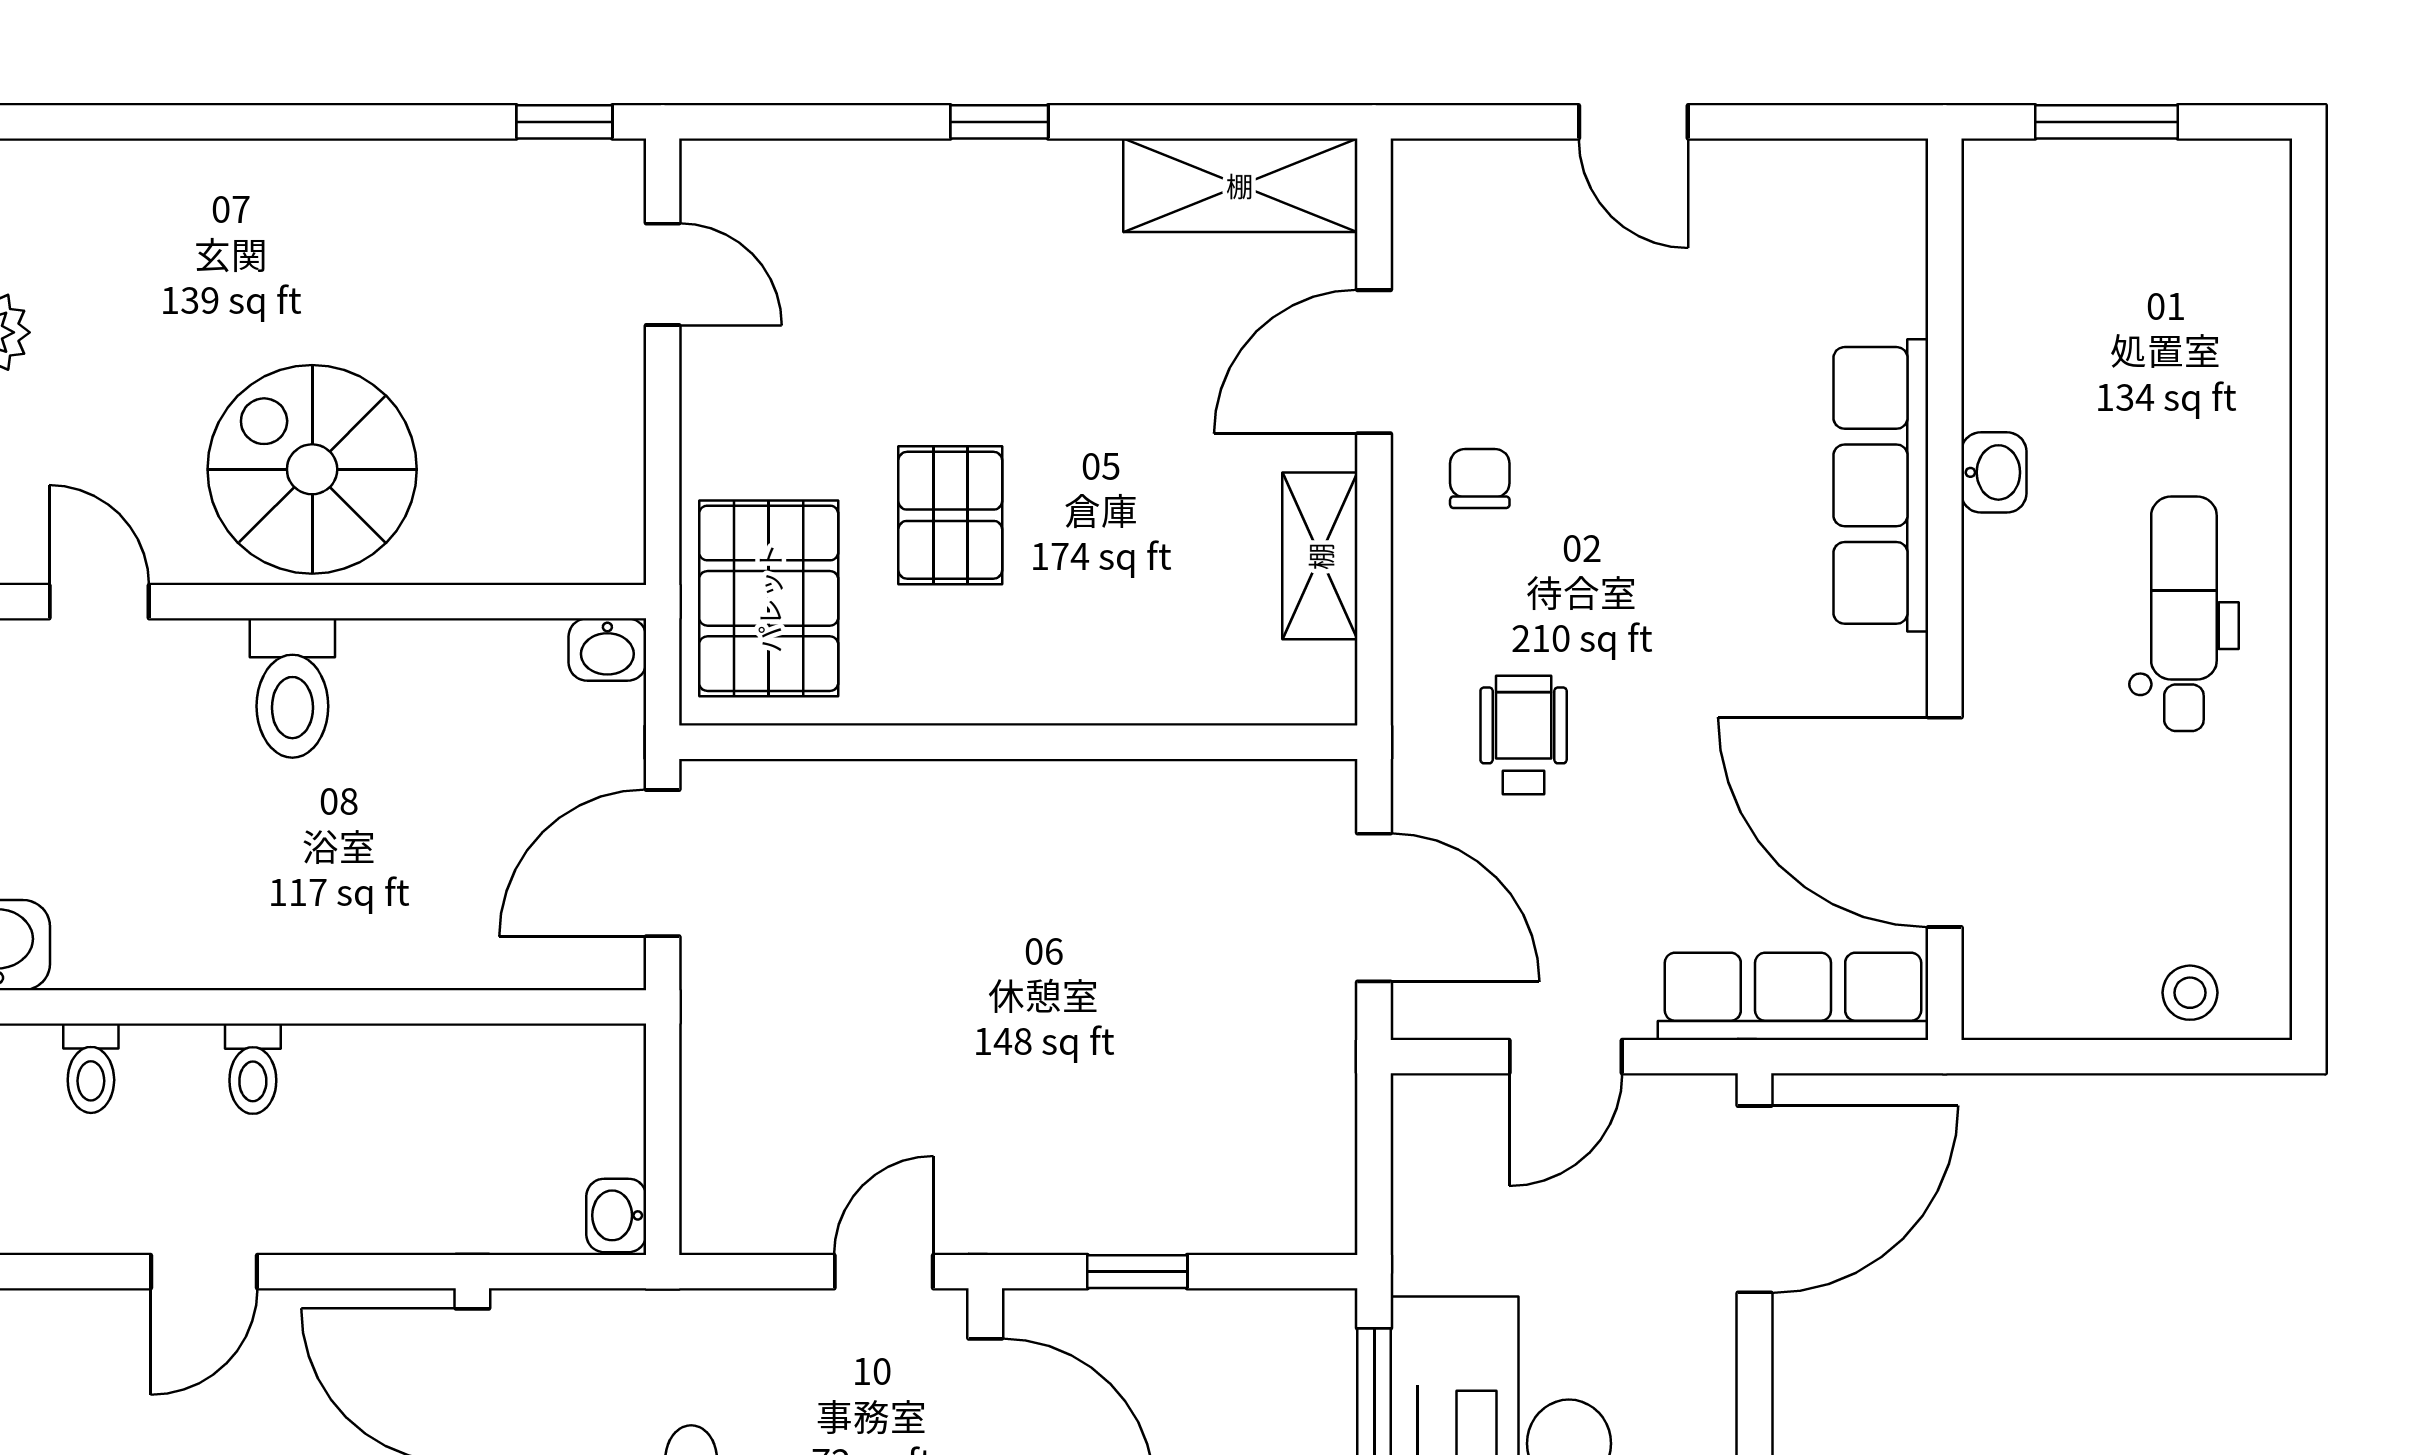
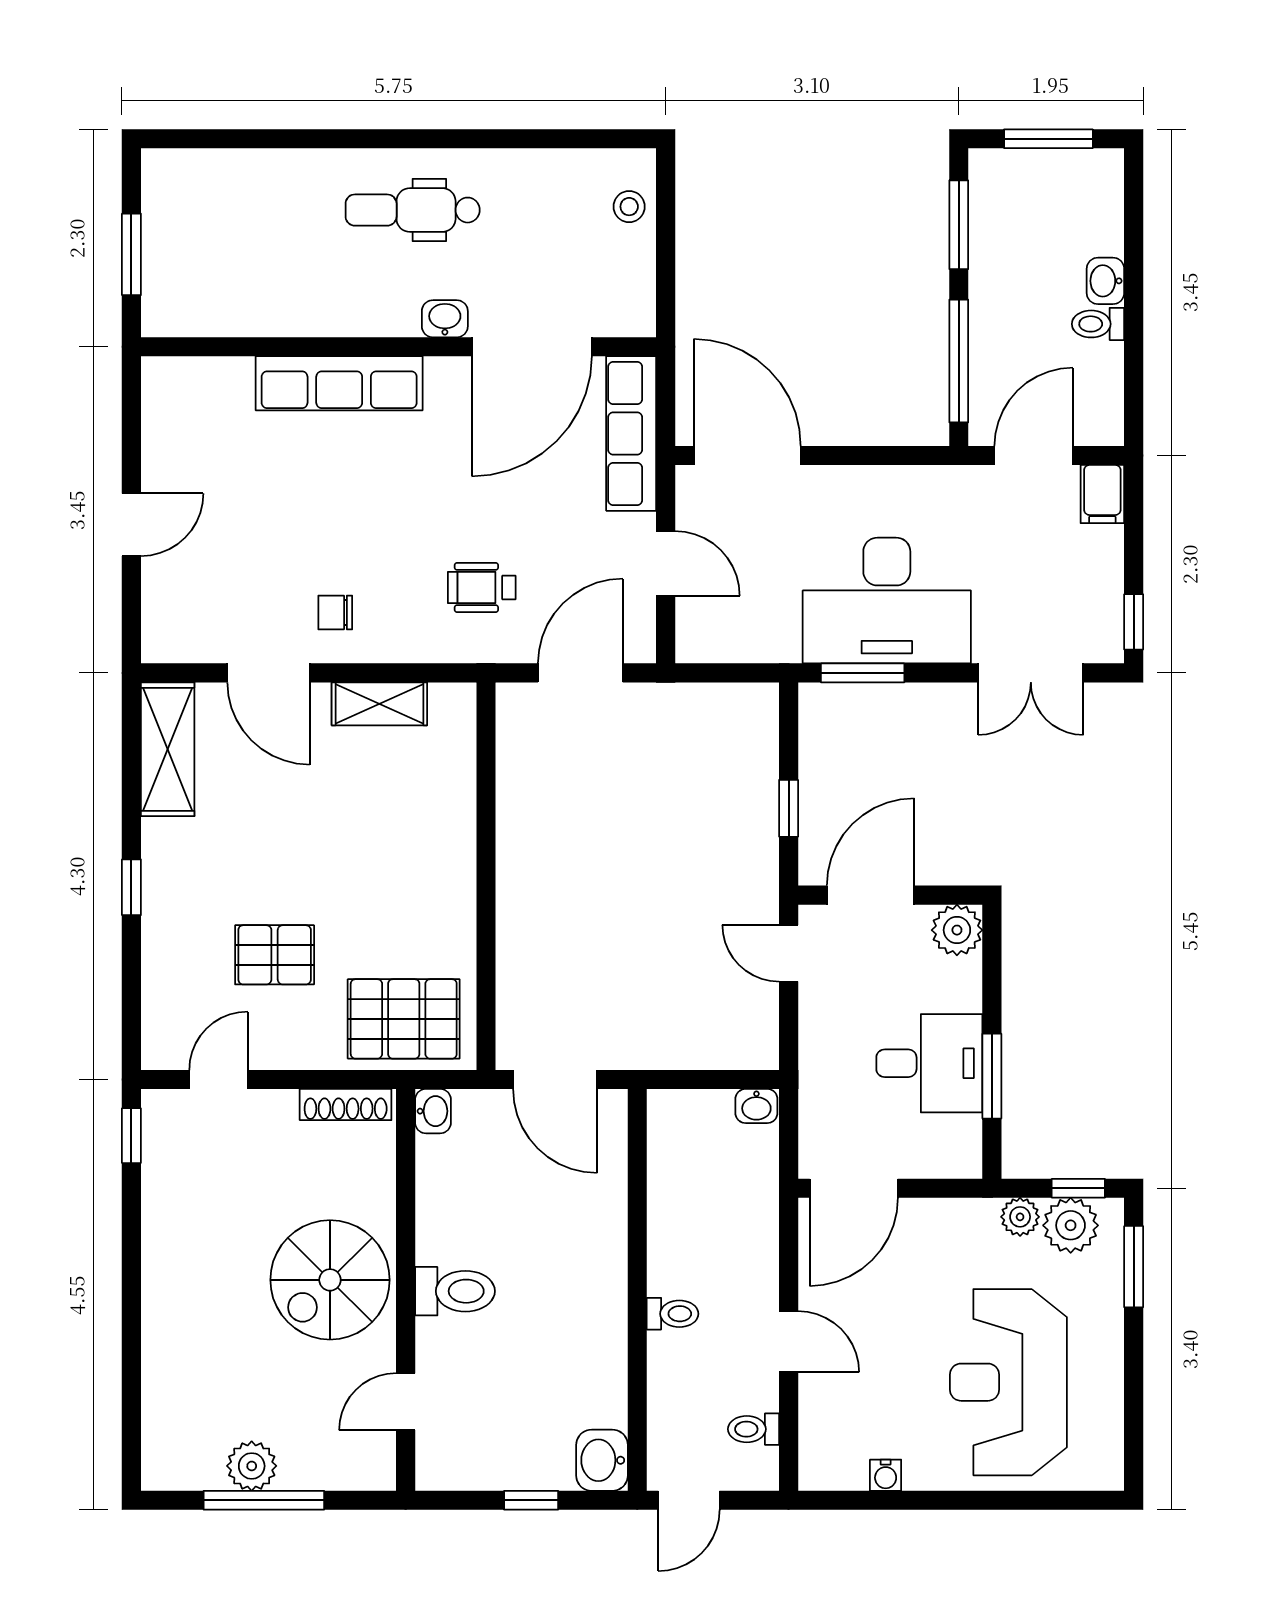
washbasin: (1994, 472) -> (445, 319), moved
shoe rack: (619, 497) -> (346, 1105), added
pallet: (950, 515) -> (275, 955), moved
toilet: (91, 1068) -> (753, 1429), moved, turned 180

